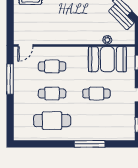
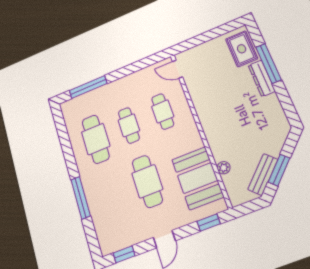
window: (10, 79) -> (88, 87), moved
cafe table: (96, 94) -> (147, 181), width x1.37, depth x1.35

